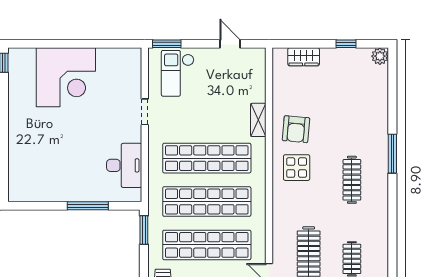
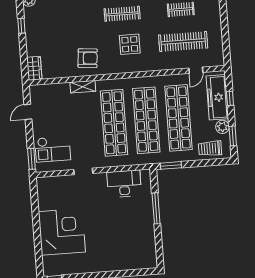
wardrobe: (304, 57) -> (34, 68), moved
display table: (297, 168) -> (130, 44), moved

